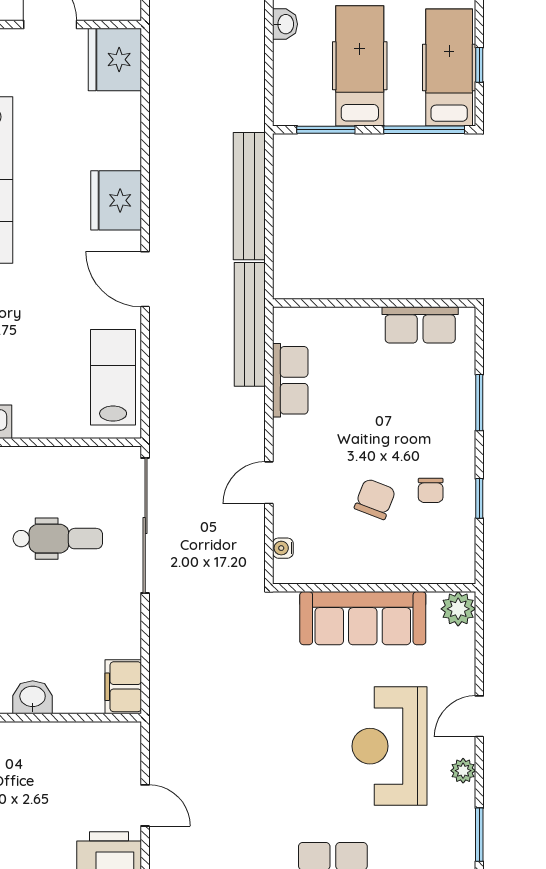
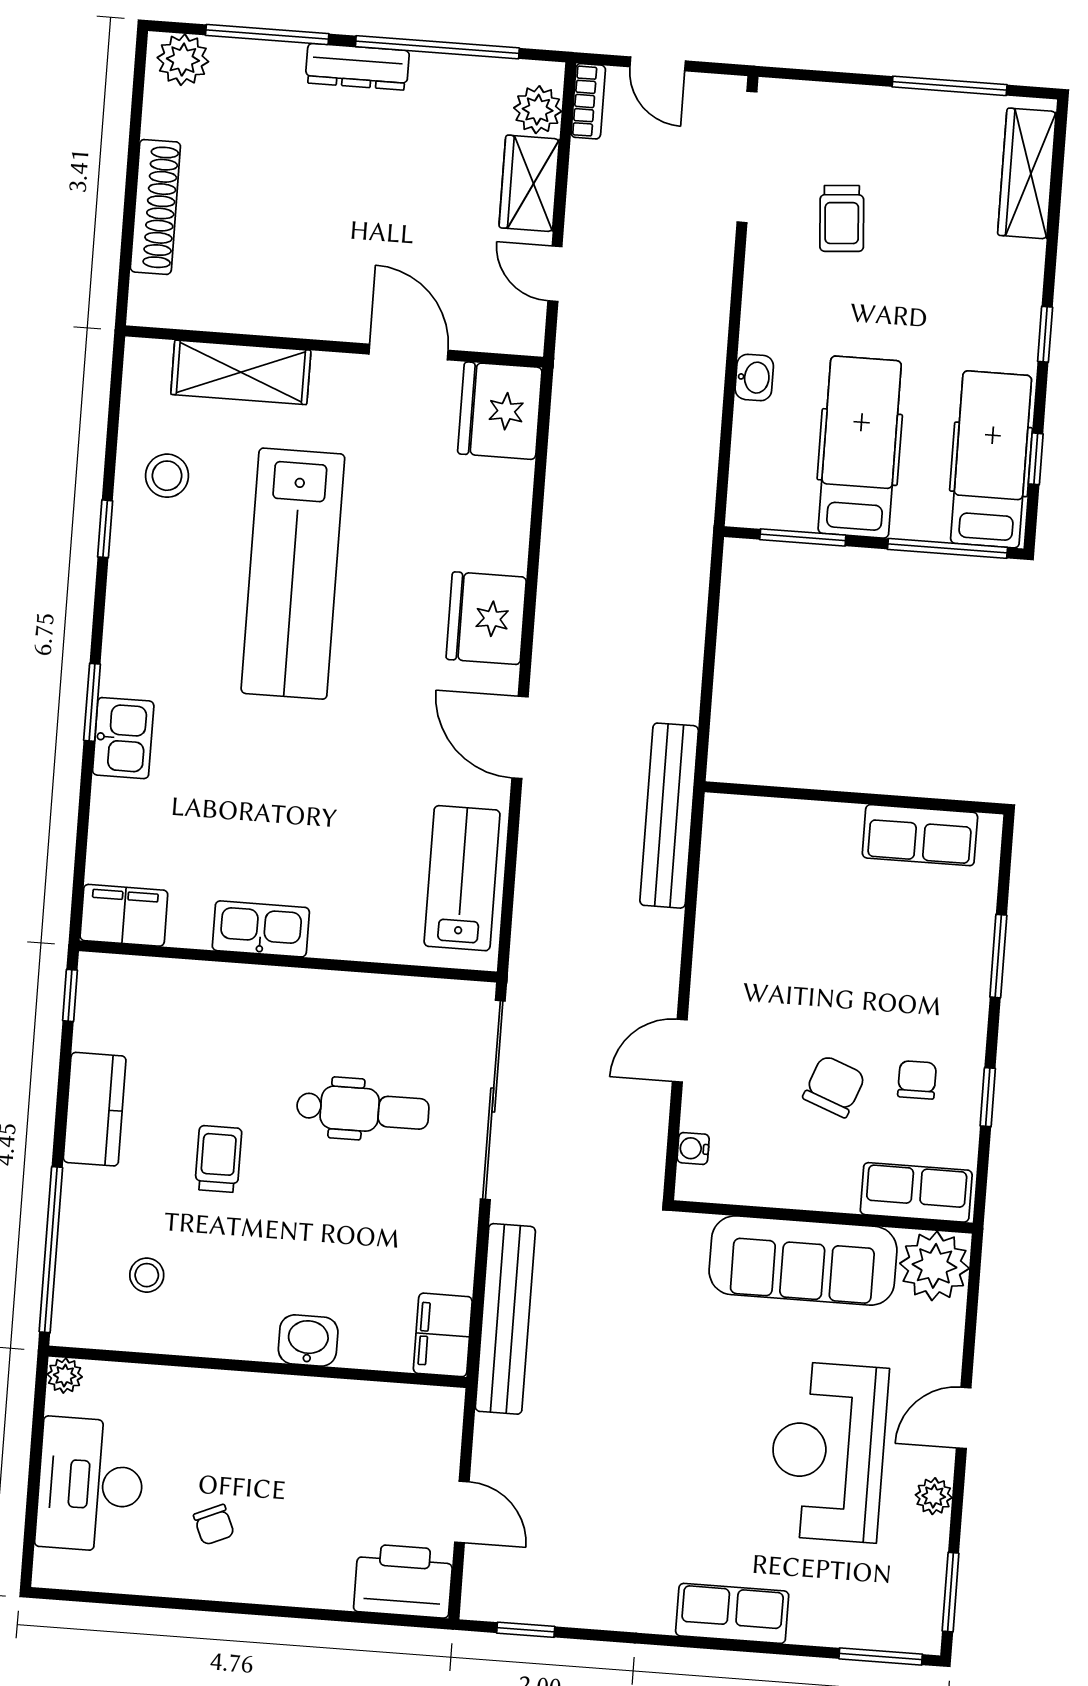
bench: (249, 196) -> (505, 1319), moved
row of seats: (290, 380) -> (916, 1192), moved, turned -90
chair: (431, 490) -> (917, 1080), turned 180
plant: (458, 609) -> (934, 1266), width x1.36, depth x1.36

